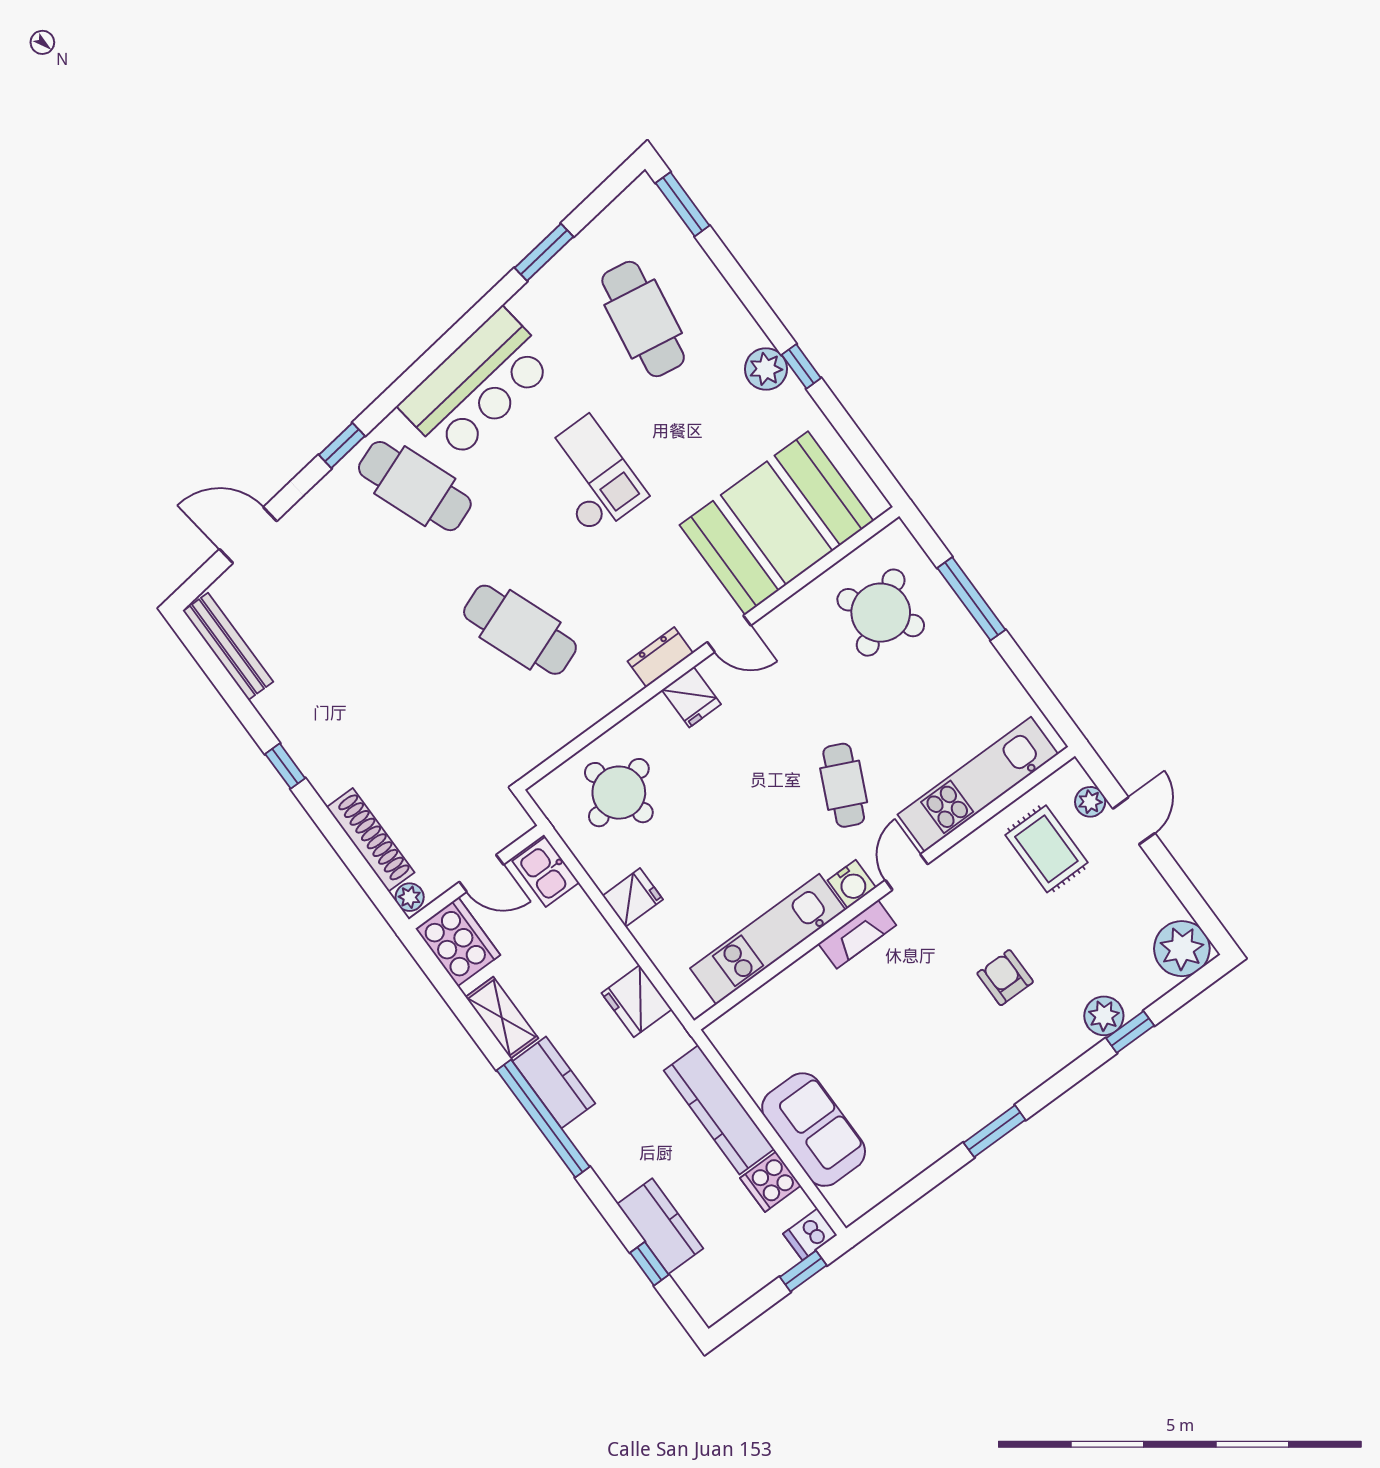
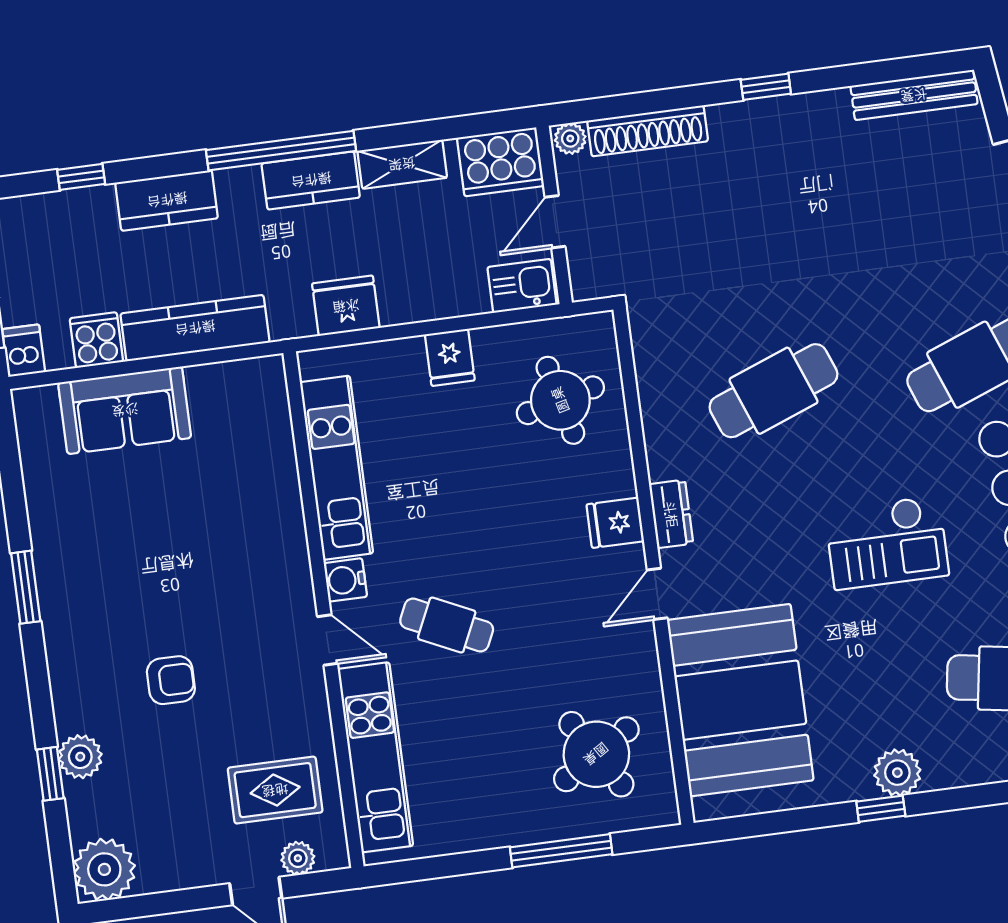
fireplace: (857, 934) -> (293, 558), removed
kitchen counter: (660, 1226) -> (167, 200), moved

